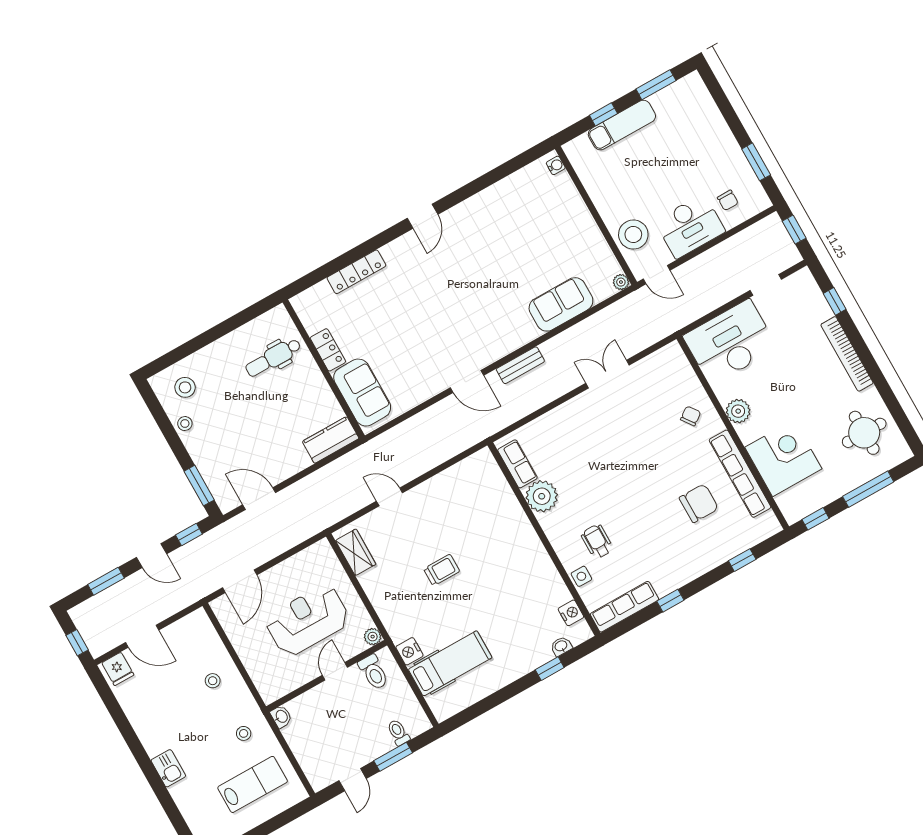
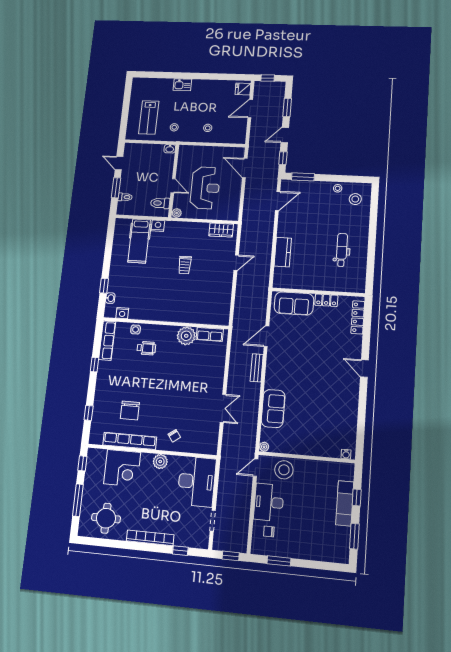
locker: (328, 350) -> (326, 300), moved
wall: (324, 369) -> (318, 292), moved
sofa: (362, 393) -> (294, 303), moved

